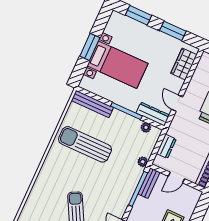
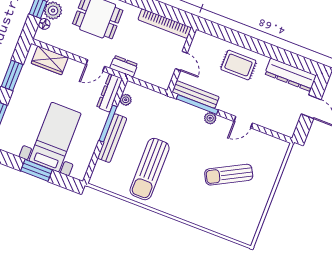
bench: (92, 104) -> (112, 138), moved
dresser: (166, 146) -> (124, 66), moved
plant: (143, 162) -> (210, 118), moved
bench: (149, 183) -> (196, 94), width x1.36

